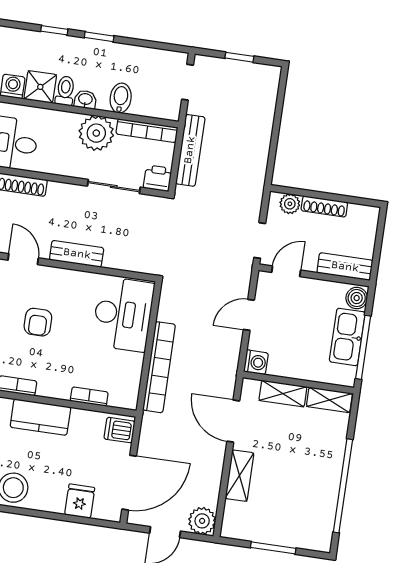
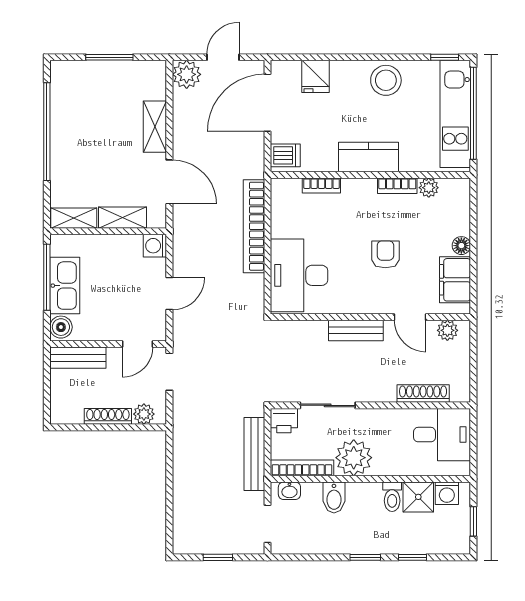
washbasin: (85, 99) -> (289, 491), moved

